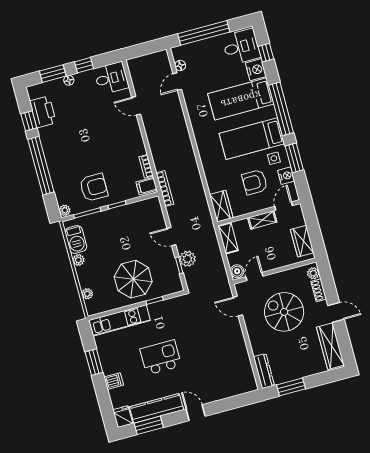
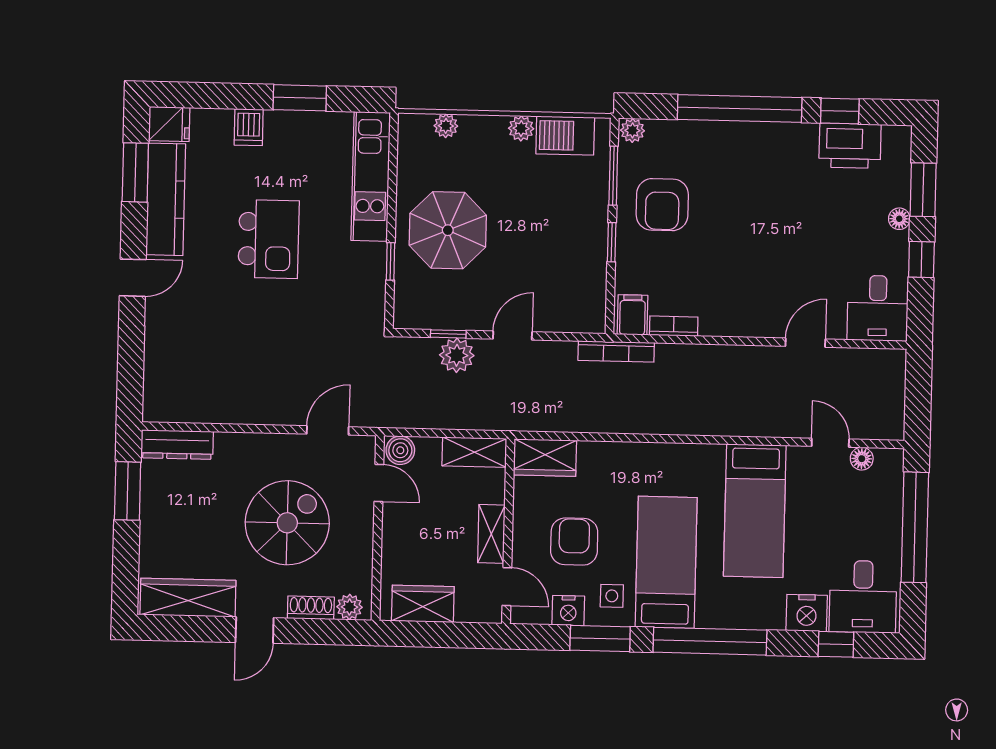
bed: (241, 99) -> (755, 511), moved, turned 180

